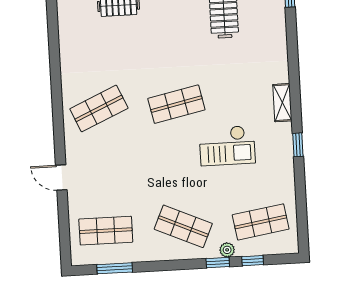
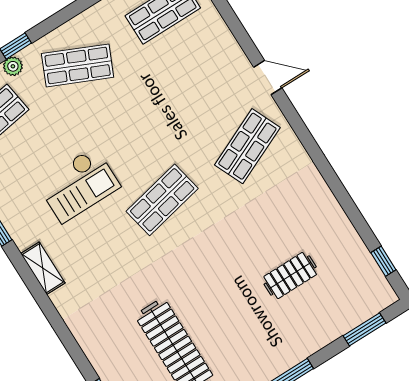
checkout: (227, 146) -> (78, 185), turned 180
door: (61, 178) -> (268, 78), moved

